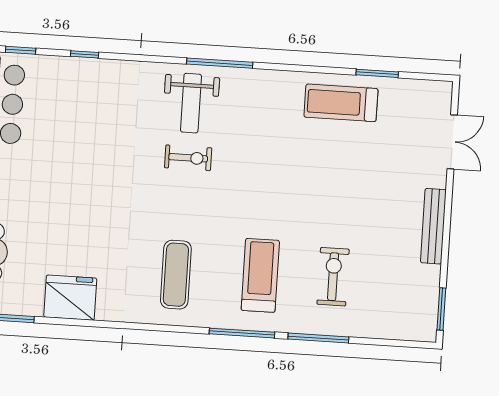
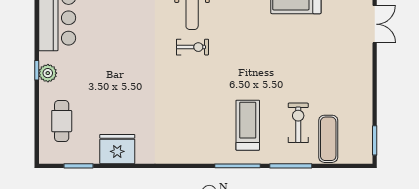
bench: (433, 226) -> (365, 83), removed
exercise mat: (176, 275) -> (328, 139), moved

